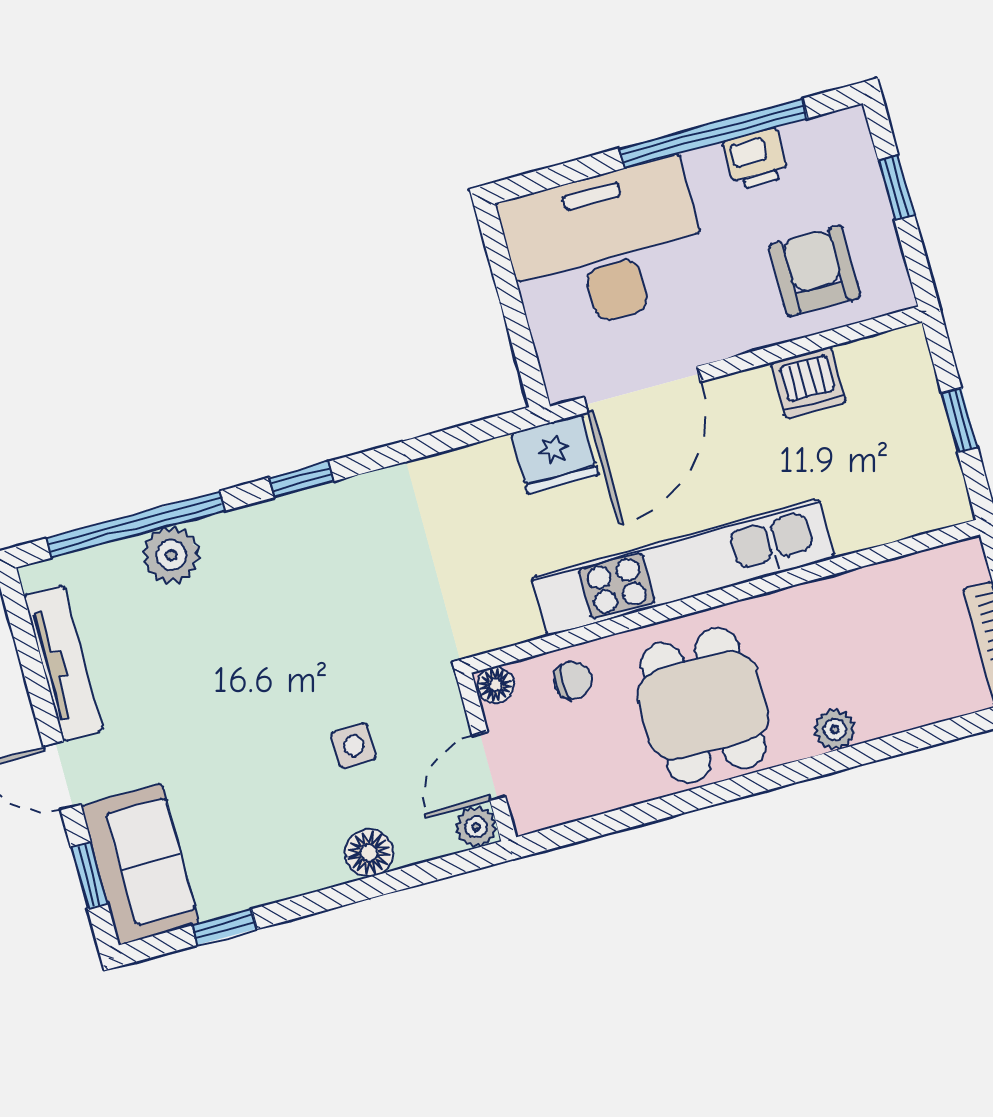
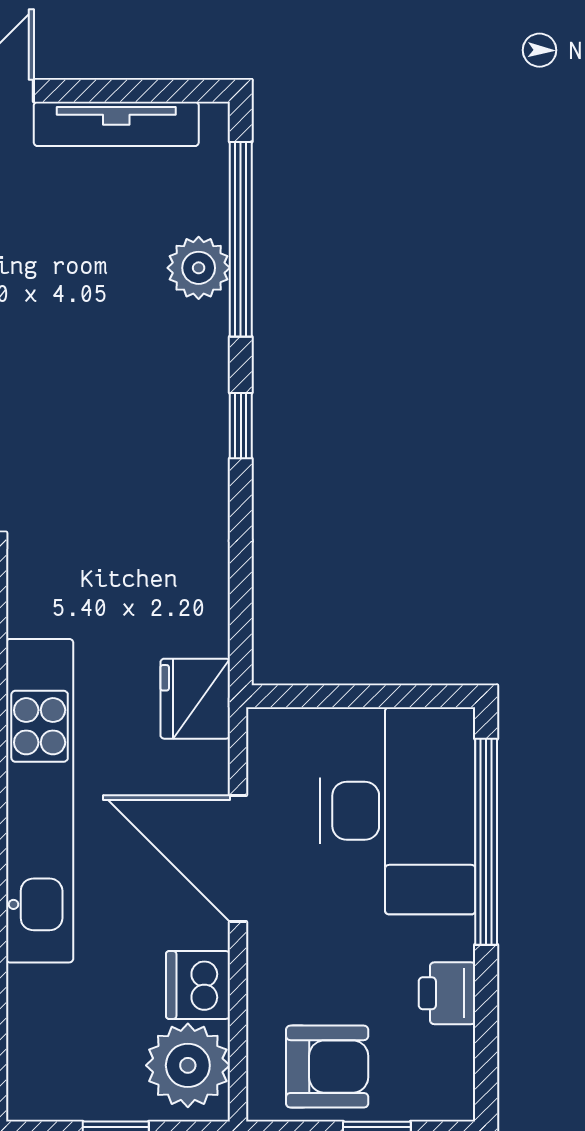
window: (713, 133) -> (486, 842), moved
armchair: (815, 271) -> (327, 1067), moved
plant: (882, 372) -> (188, 1065), added
door: (643, 389) -> (238, 859), moved

